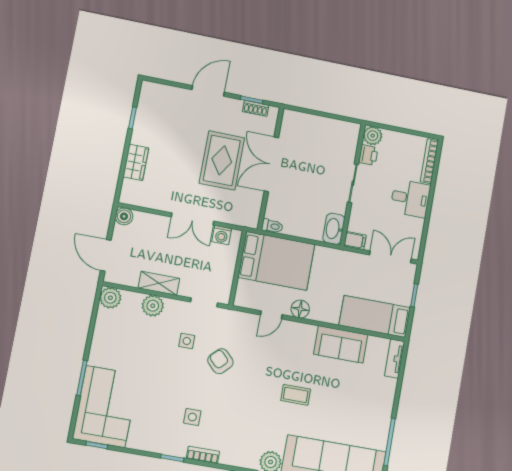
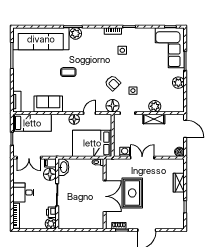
floor lamp: (359, 221) -> (50, 174), added
plant: (110, 298) -> (178, 83), moved
floor lamp: (228, 321) -> (113, 106), added

